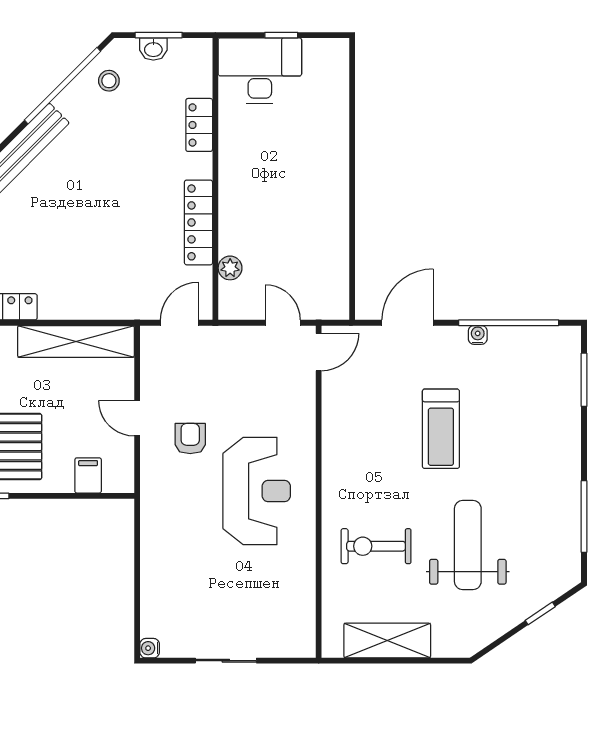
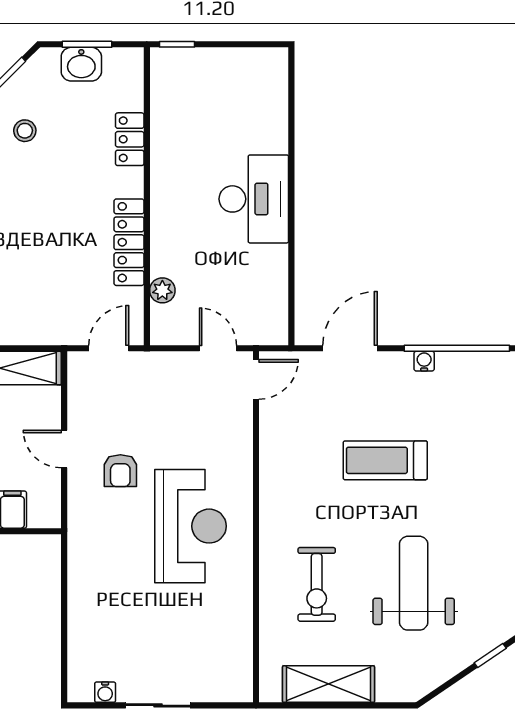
window: (281, 35) -> (177, 44), moved
washbasin: (153, 49) -> (81, 64), width x1.38, depth x1.45
desk: (260, 71) -> (254, 199), moved, turned 90
stool: (109, 81) -> (25, 131), moved
treadmill: (441, 429) -> (385, 460), turned 90
armchair: (190, 439) -> (120, 471), turned 180
exercise bike: (376, 546) -> (317, 584), turned -90
water cooler: (150, 648) -> (105, 692), moved, turned -90

